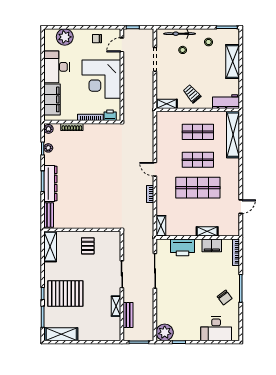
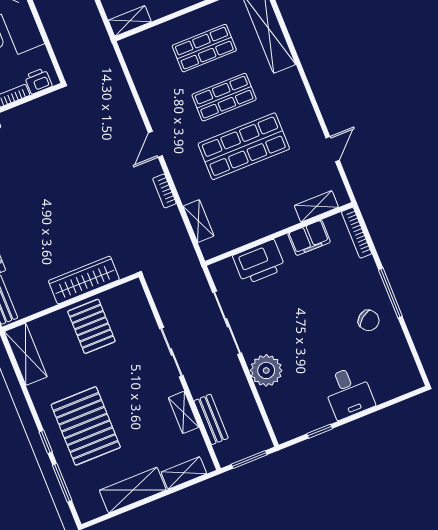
door: (155, 169) -> (155, 144), hinge flipped
wardrobe: (93, 222) -> (84, 280), added
shelving: (161, 226) -> (198, 221), moved
shelving: (207, 231) -> (316, 206), moved
pallet: (88, 246) -> (91, 326), width x1.50, depth x1.42
pallet: (65, 294) -> (86, 426), turned 90
desk: (216, 329) -> (348, 392), moved, width x0.73
plant: (165, 332) -> (266, 370), moved
shelving: (61, 334) -> (133, 490), moved
shelving: (104, 336) -> (184, 473), added

